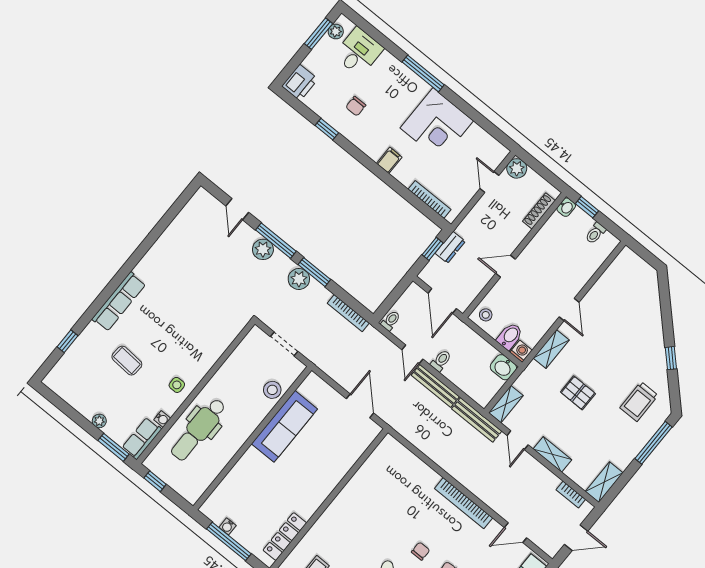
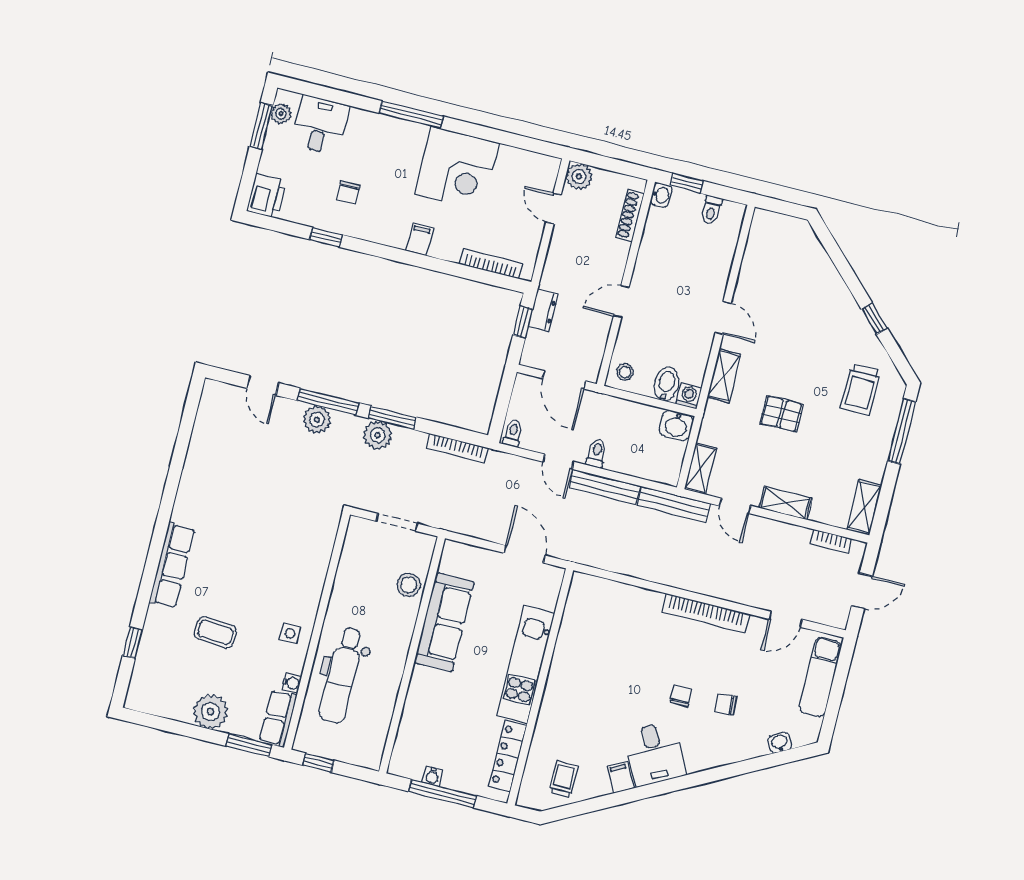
plant: (99, 421) -> (211, 712), width x1.88, depth x1.88
kitchen unit: (326, 481) -> (526, 664), added

